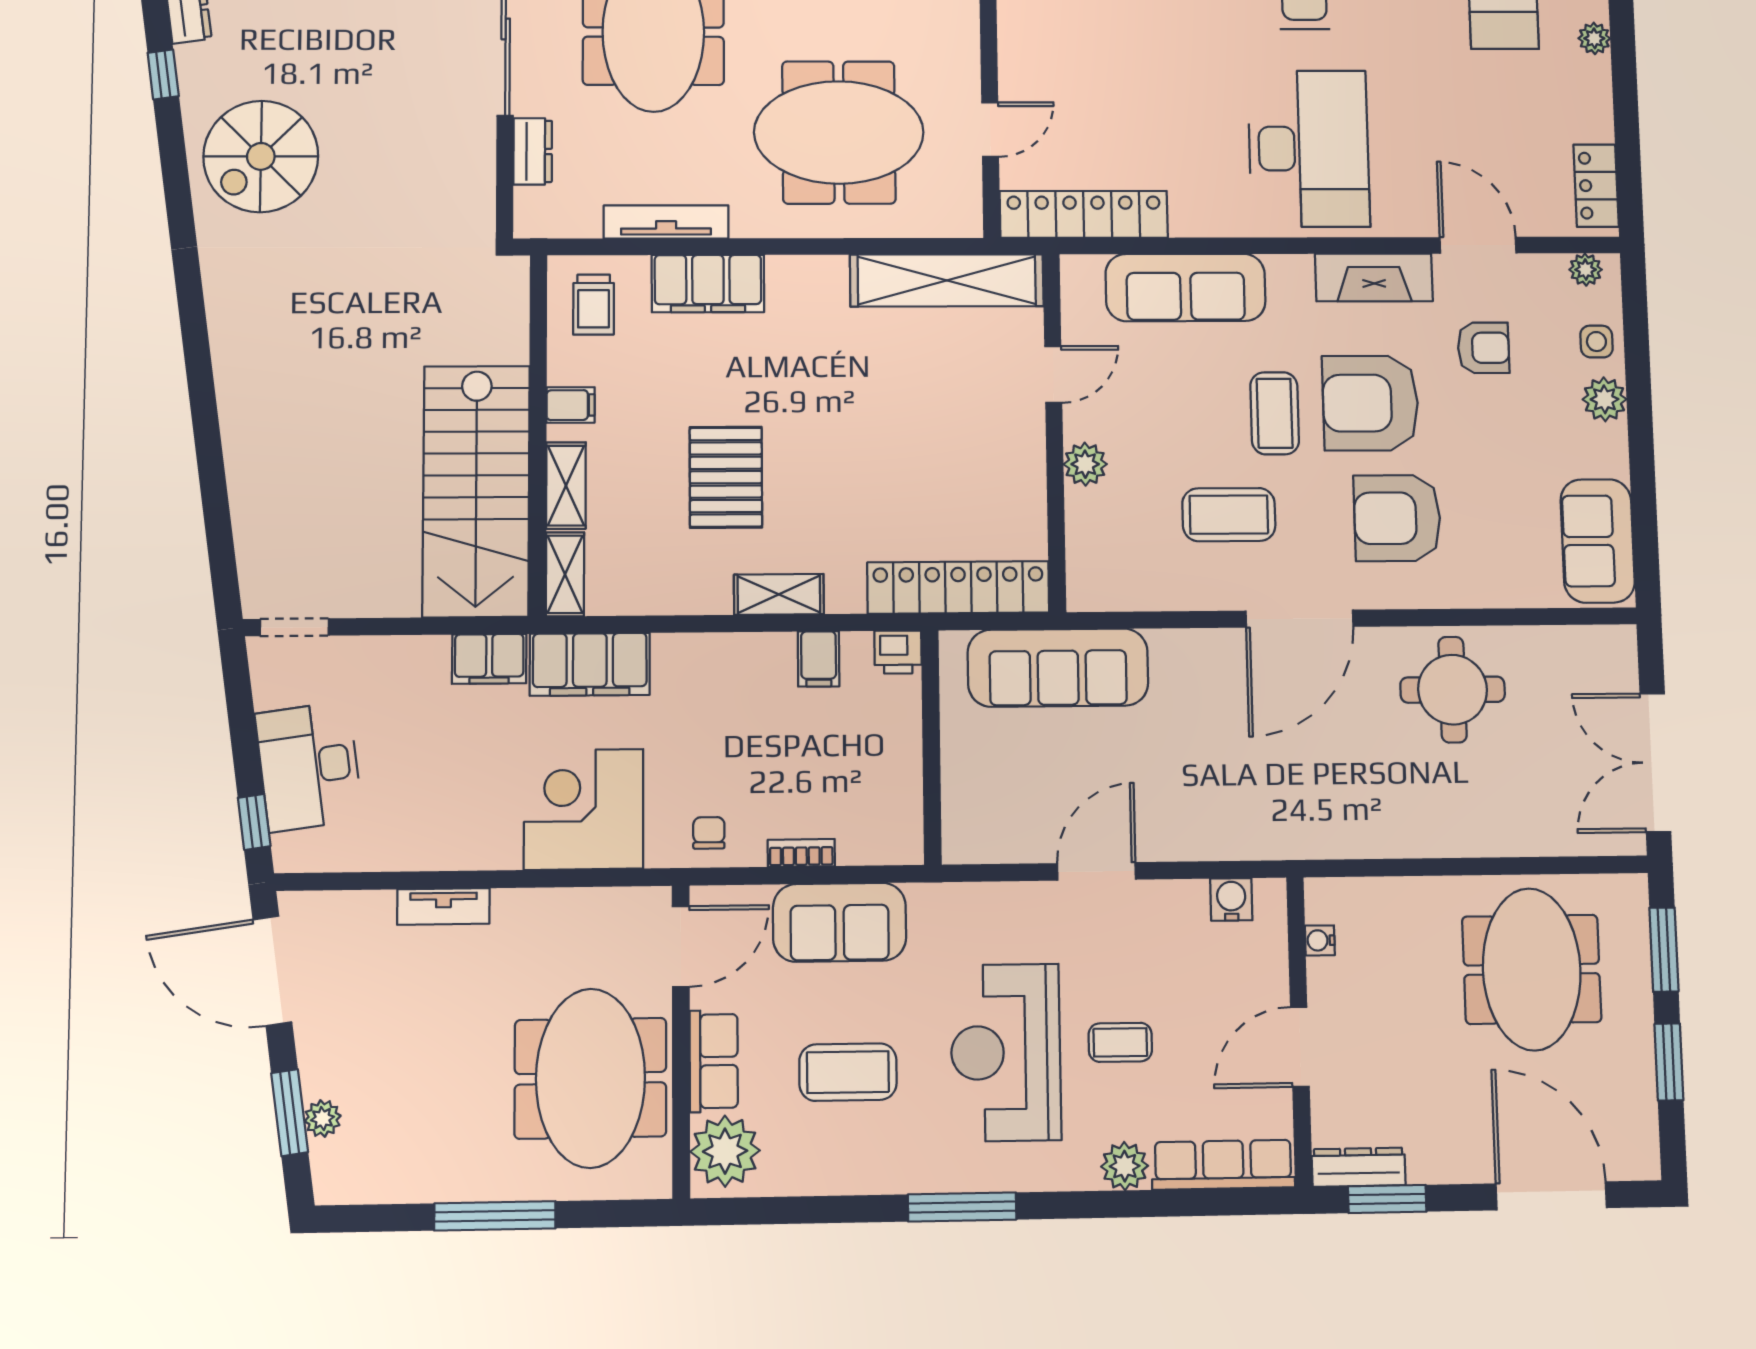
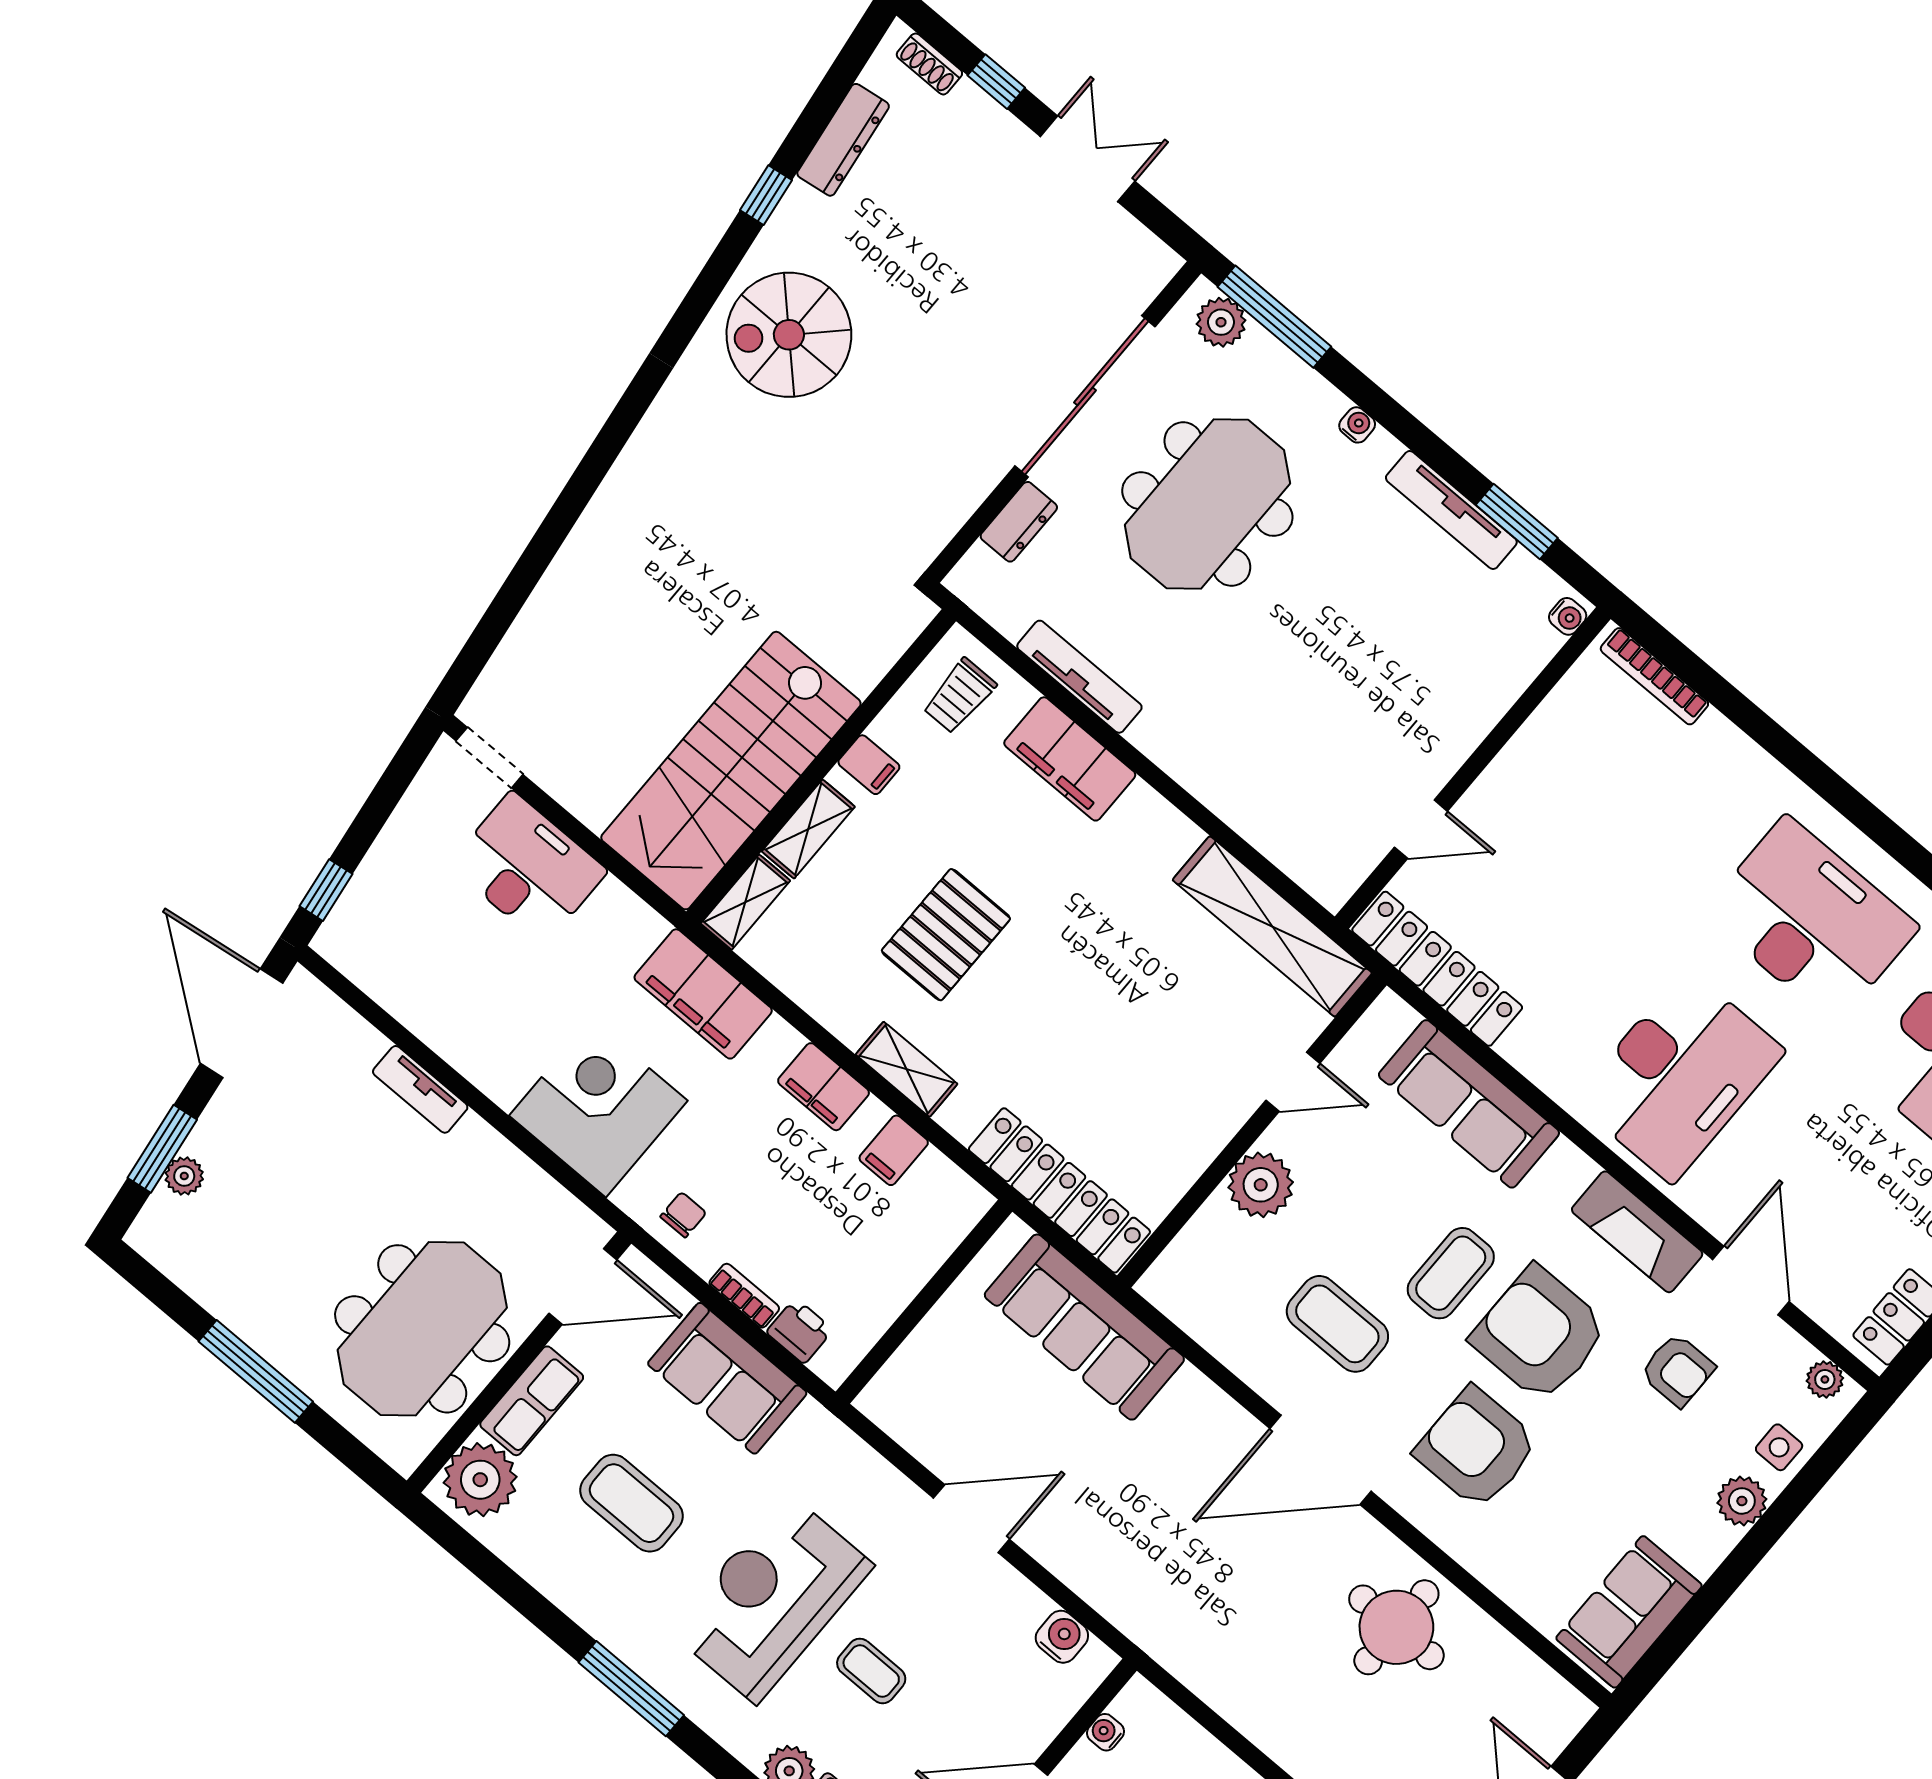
meeting table: (839, 132) -> (1290, 723), removed
plant: (1085, 464) -> (1261, 1185), width x1.36, depth x1.36
printer: (898, 652) -> (800, 1331), moved, turned 180
filing cabinet: (489, 659) -> (824, 1087), moved
desk: (309, 766) -> (528, 868), moved, turned 98

